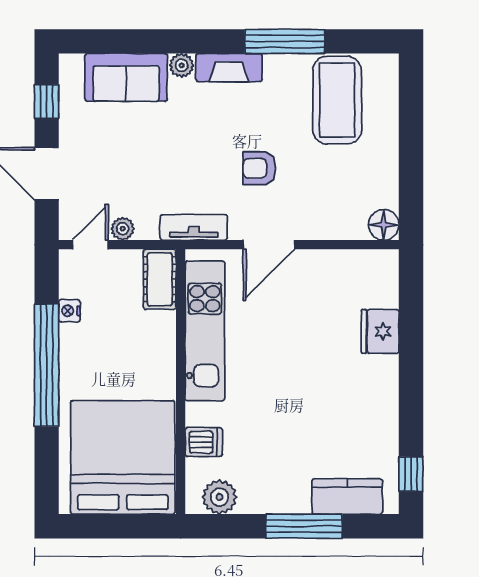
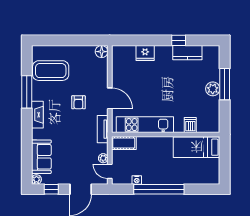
plant: (182, 65) -> (36, 179), moved
bed: (123, 457) -> (197, 147), width x0.49
window: (411, 474) -> (179, 40), moved
kitchen counter: (347, 496) -> (187, 53), moved, turned -90
plant: (219, 497) -> (213, 89), moved

